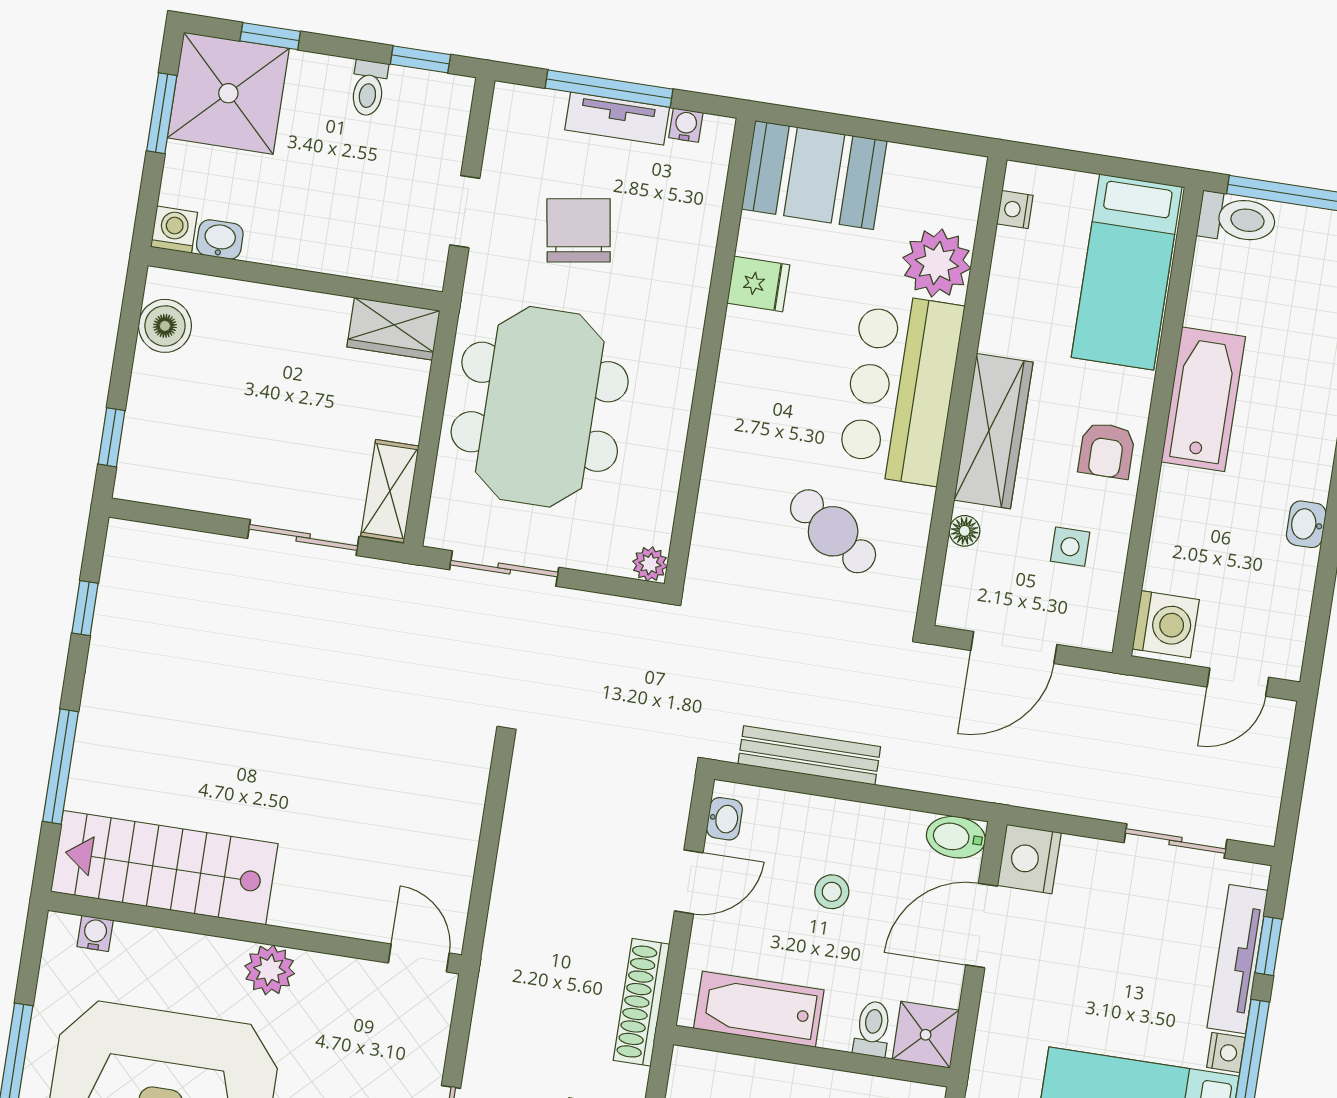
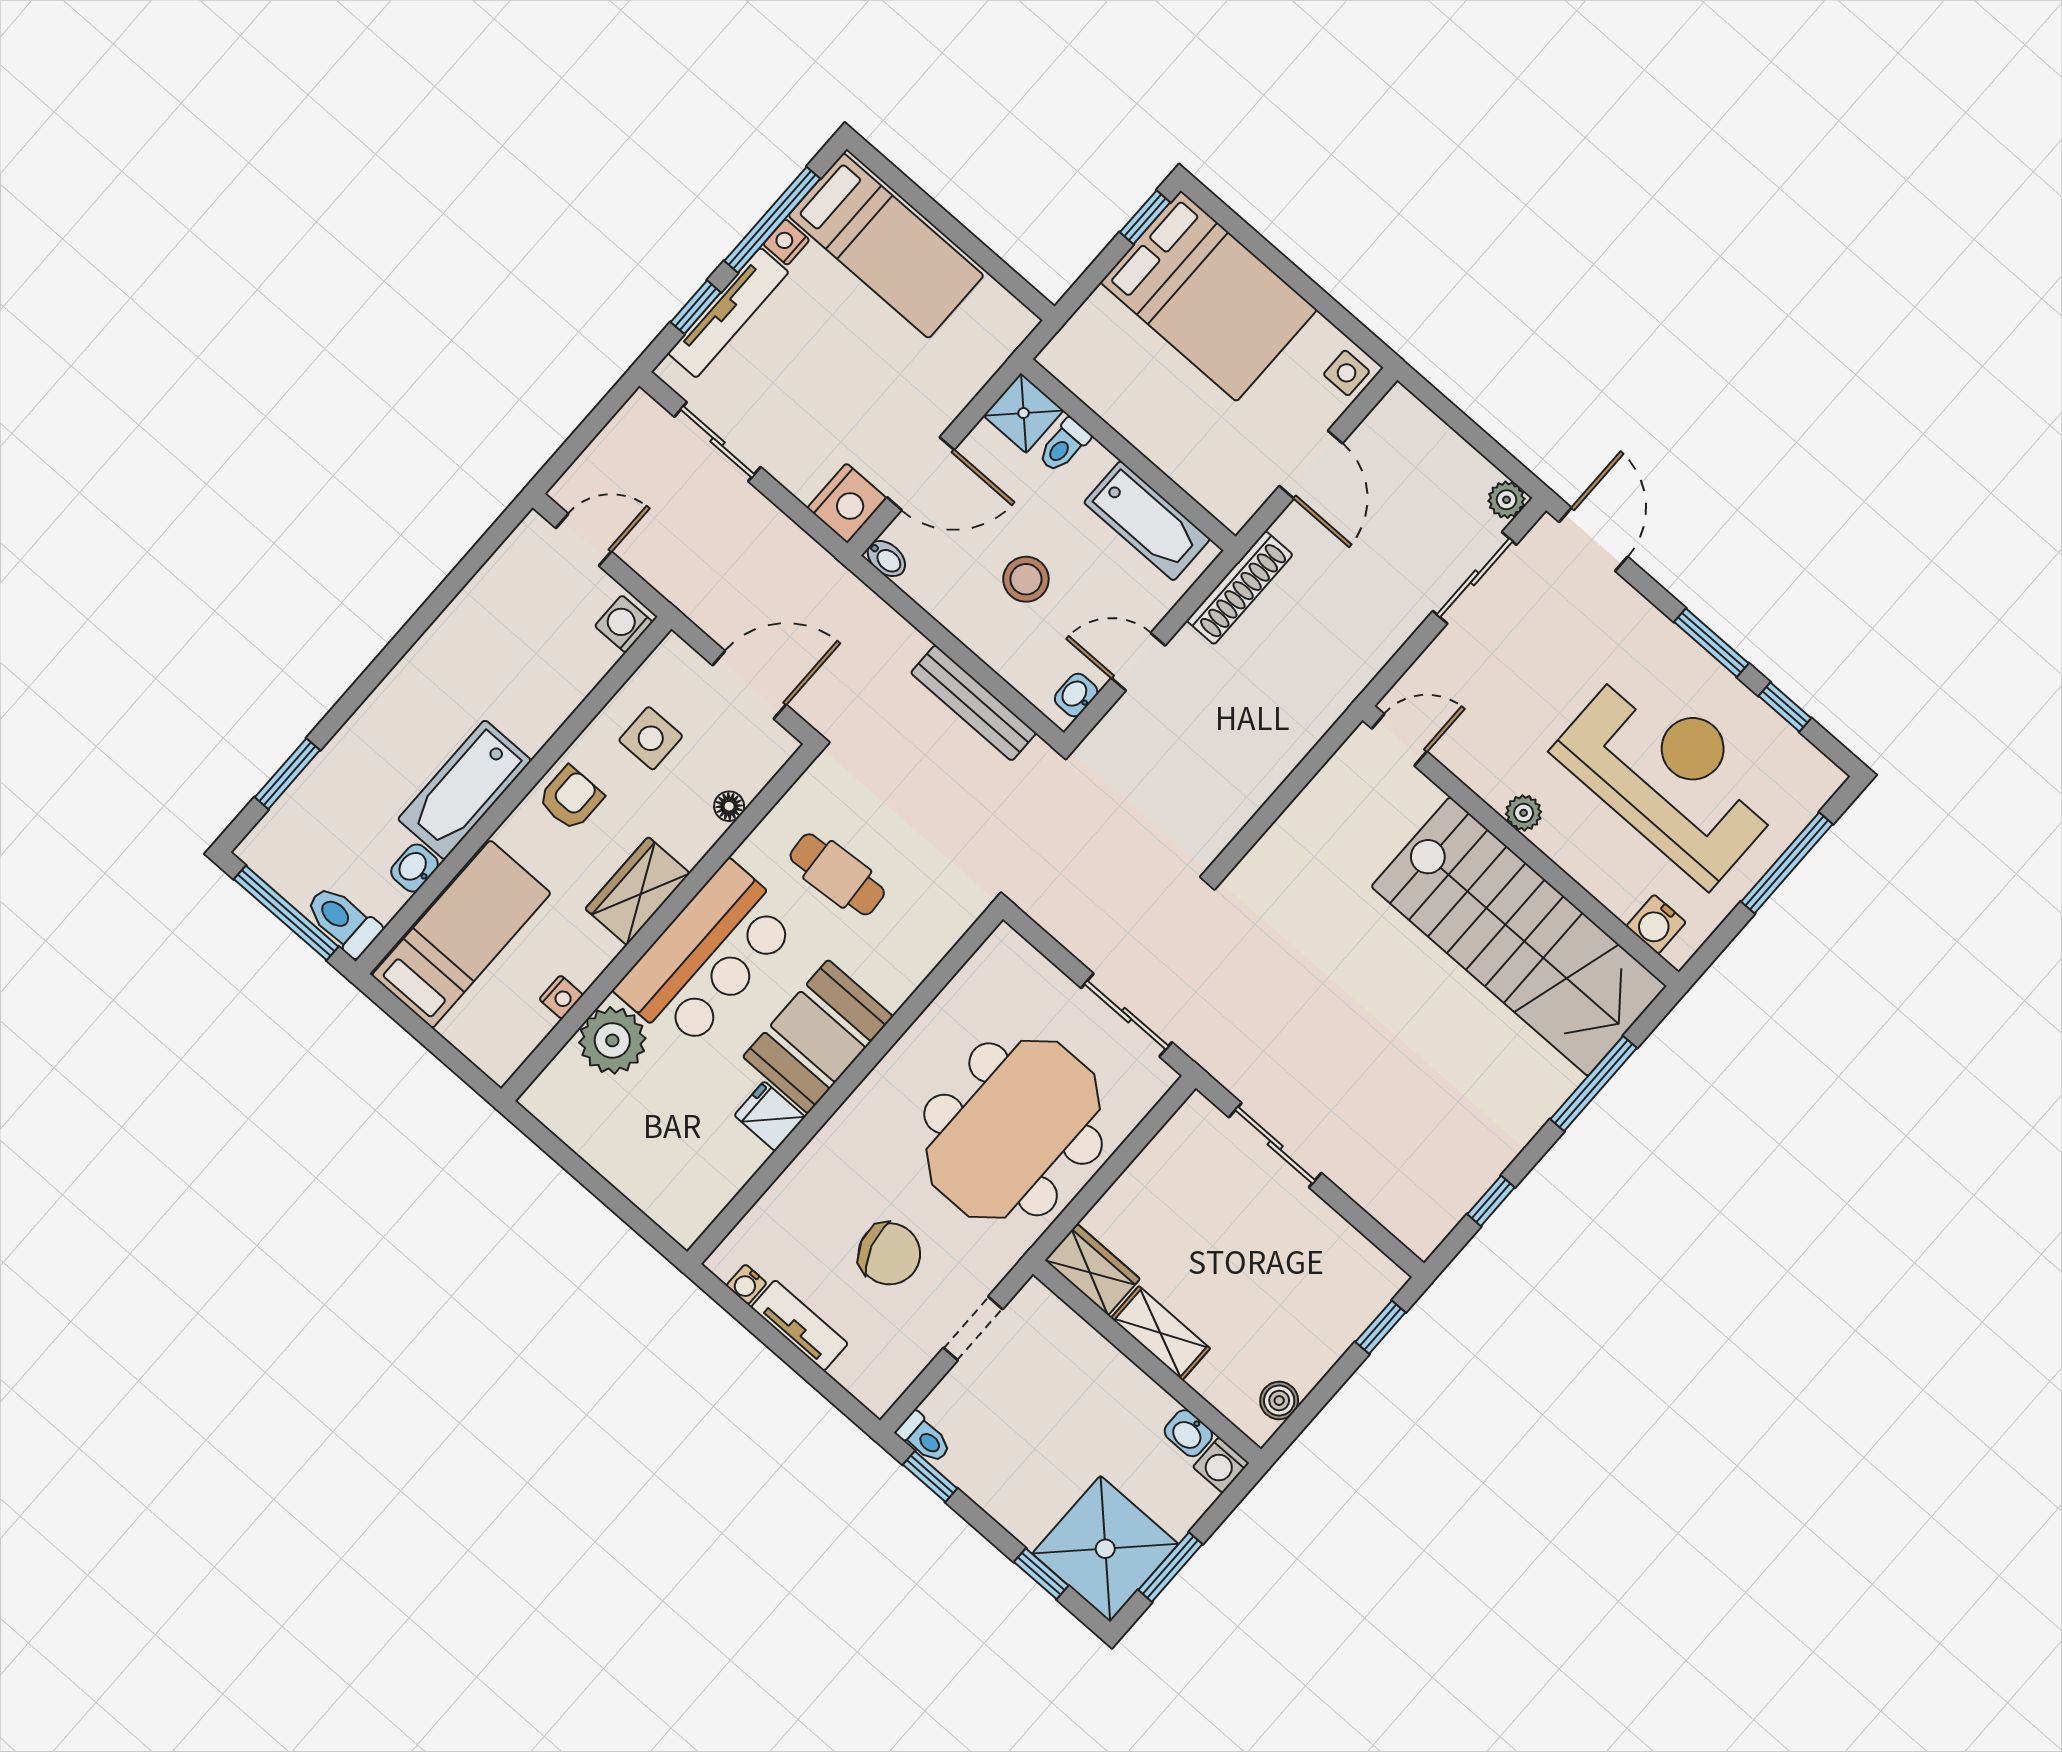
toilet: (369, 88) -> (924, 1438), moved, turned 90
window: (609, 89) -> (790, 1354), removed
booth: (814, 175) -> (818, 1037), moved, turned 90
nightstand: (1015, 210) -> (561, 997), moved
chair: (579, 230) -> (889, 1254), turned -98
boiler: (165, 326) -> (1279, 1401), width x0.73, depth x0.73
wardrobe: (993, 431) -> (638, 891), width x0.67
shelving: (390, 491) -> (1161, 1333), moved, turned 90
washbasin: (1306, 524) -> (415, 868), moved, turned 180
cafe table: (833, 531) -> (837, 874), turned -39
side table: (1070, 547) -> (651, 738), width x1.37, depth x1.37
plant: (650, 564) -> (1005, 943), removed
washing machine: (1166, 624) -> (624, 624), width x0.73, depth x0.73
bidet: (956, 837) -> (886, 559), width x0.72, depth x0.74
stairs: (164, 868) -> (1519, 936), width x1.36, depth x1.51
stool: (832, 892) -> (1026, 579), width x1.37, depth x1.37
water cooler: (95, 933) -> (1656, 924), width x1.38, depth x1.38
door: (419, 958) -> (1399, 740), swing flipped
plant: (270, 970) -> (1524, 813), width x0.73, depth x0.73

